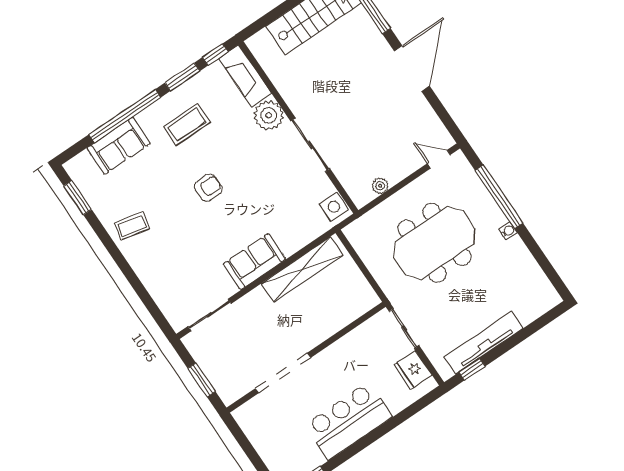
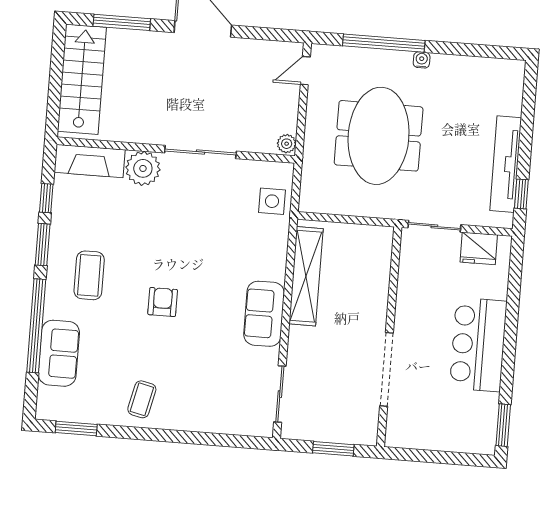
fireplace: (245, 76) -> (90, 161), moved
plant: (269, 115) -> (143, 168), moved
wall: (298, 127) -> (176, 150), moved
sliding door: (310, 145) -> (200, 152), moved

